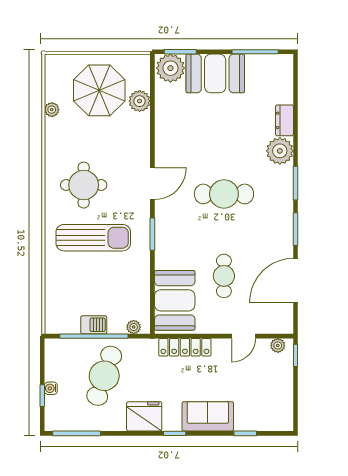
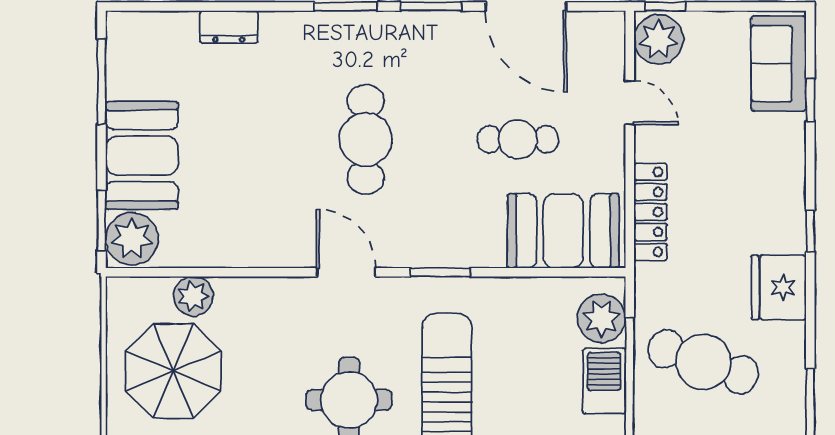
plant: (280, 151) -> (286, 36), removed
barbecue: (94, 325) -> (604, 381), width x1.38, depth x1.27
plant: (134, 327) -> (601, 318), width x1.87, depth x1.87
plant: (278, 345) -> (659, 39), width x1.88, depth x1.88
sofa: (208, 416) -> (779, 64), moved

